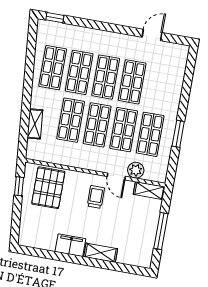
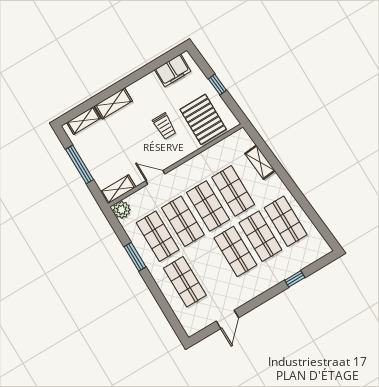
window: (55, 18) -> (295, 279), moved
shop shelf: (132, 82) -> (185, 282), moved
plant: (136, 170) -> (122, 210), moved
window: (19, 186) -> (217, 85), moved
trolley: (96, 197) -> (165, 126), moved
filing cabinet: (70, 245) -> (173, 71), moved
shelving: (132, 259) -> (84, 120), added

